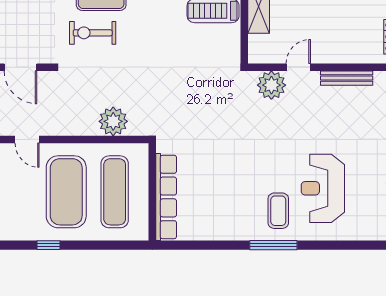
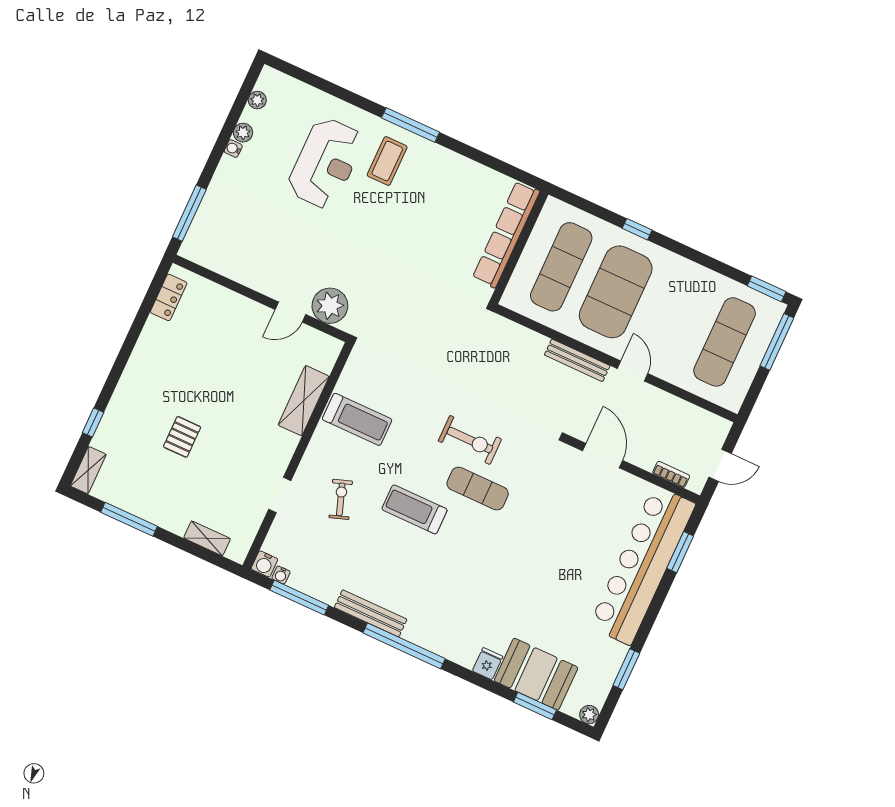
exercise bike: (93, 33) -> (470, 440), moved
bench: (347, 78) -> (577, 360), moved
plant: (113, 121) -> (526, 347), removed
window: (48, 245) -> (637, 229), moved

